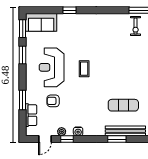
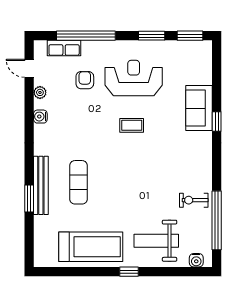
window: (69, 10) -> (217, 122), moved
sofa: (41, 22) -> (199, 108), moved
window: (23, 100) -> (86, 36), width x2.11
window: (67, 139) -> (29, 100), removed
window: (117, 139) -> (29, 199), moved

